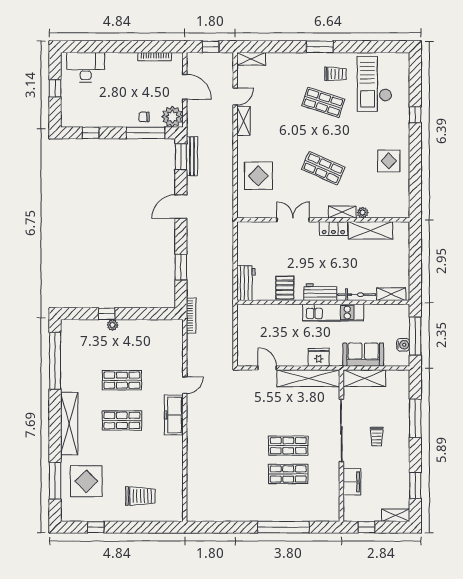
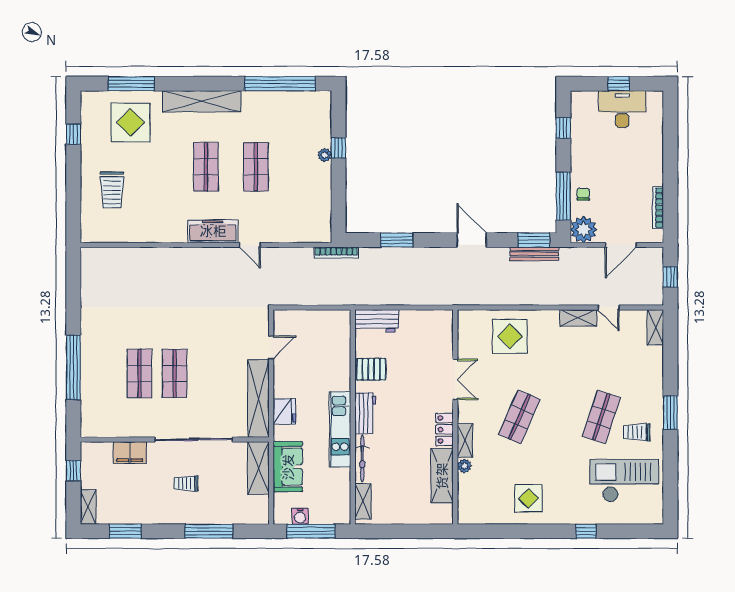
desk: (86, 67) -> (622, 109), moved, turned -90
trolley: (336, 74) -> (637, 432), turned 90

